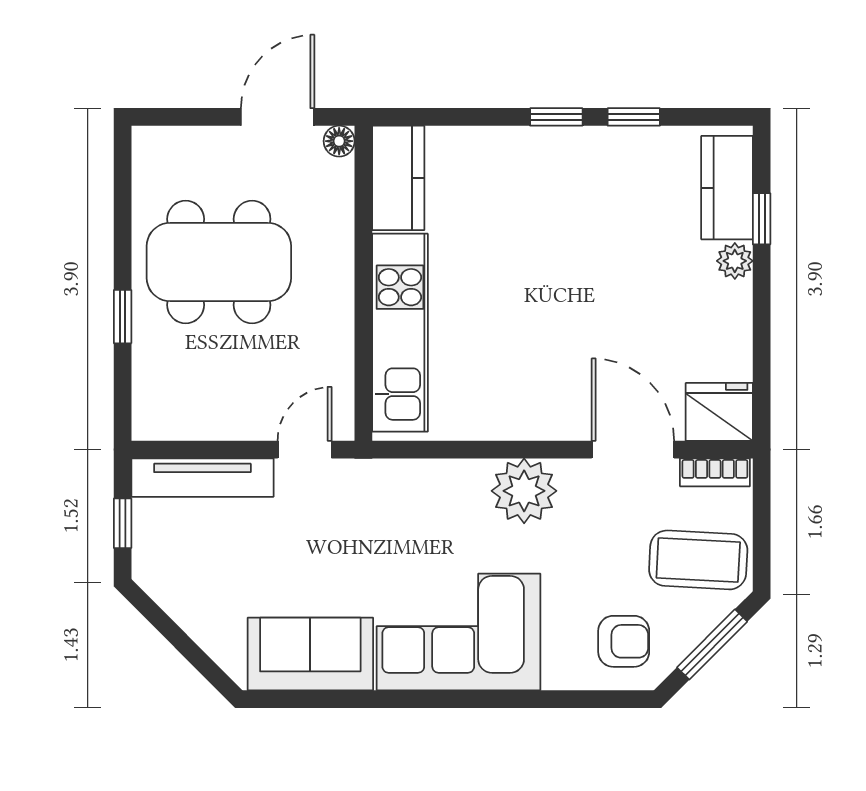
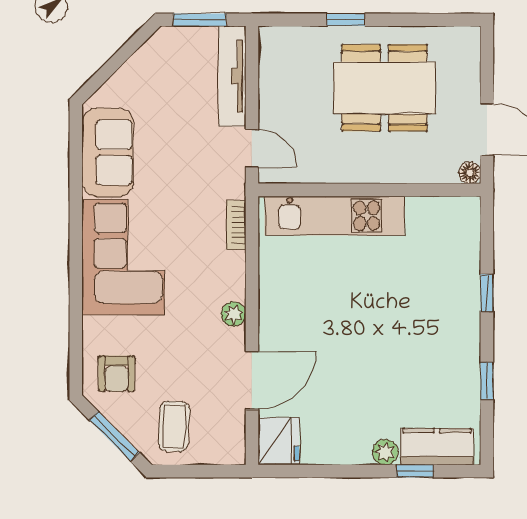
window: (556, 117) -> (487, 293), moved
kitchen counter: (398, 178) -> (444, 214), removed
dining table: (219, 262) -> (384, 88), turned 90
bookcase: (715, 472) -> (236, 225), moved
plant: (524, 491) -> (233, 314), width x0.53, depth x0.53
window: (123, 523) -> (200, 20), width x1.50
coffee table: (698, 560) -> (174, 426), width x0.73, depth x0.77

